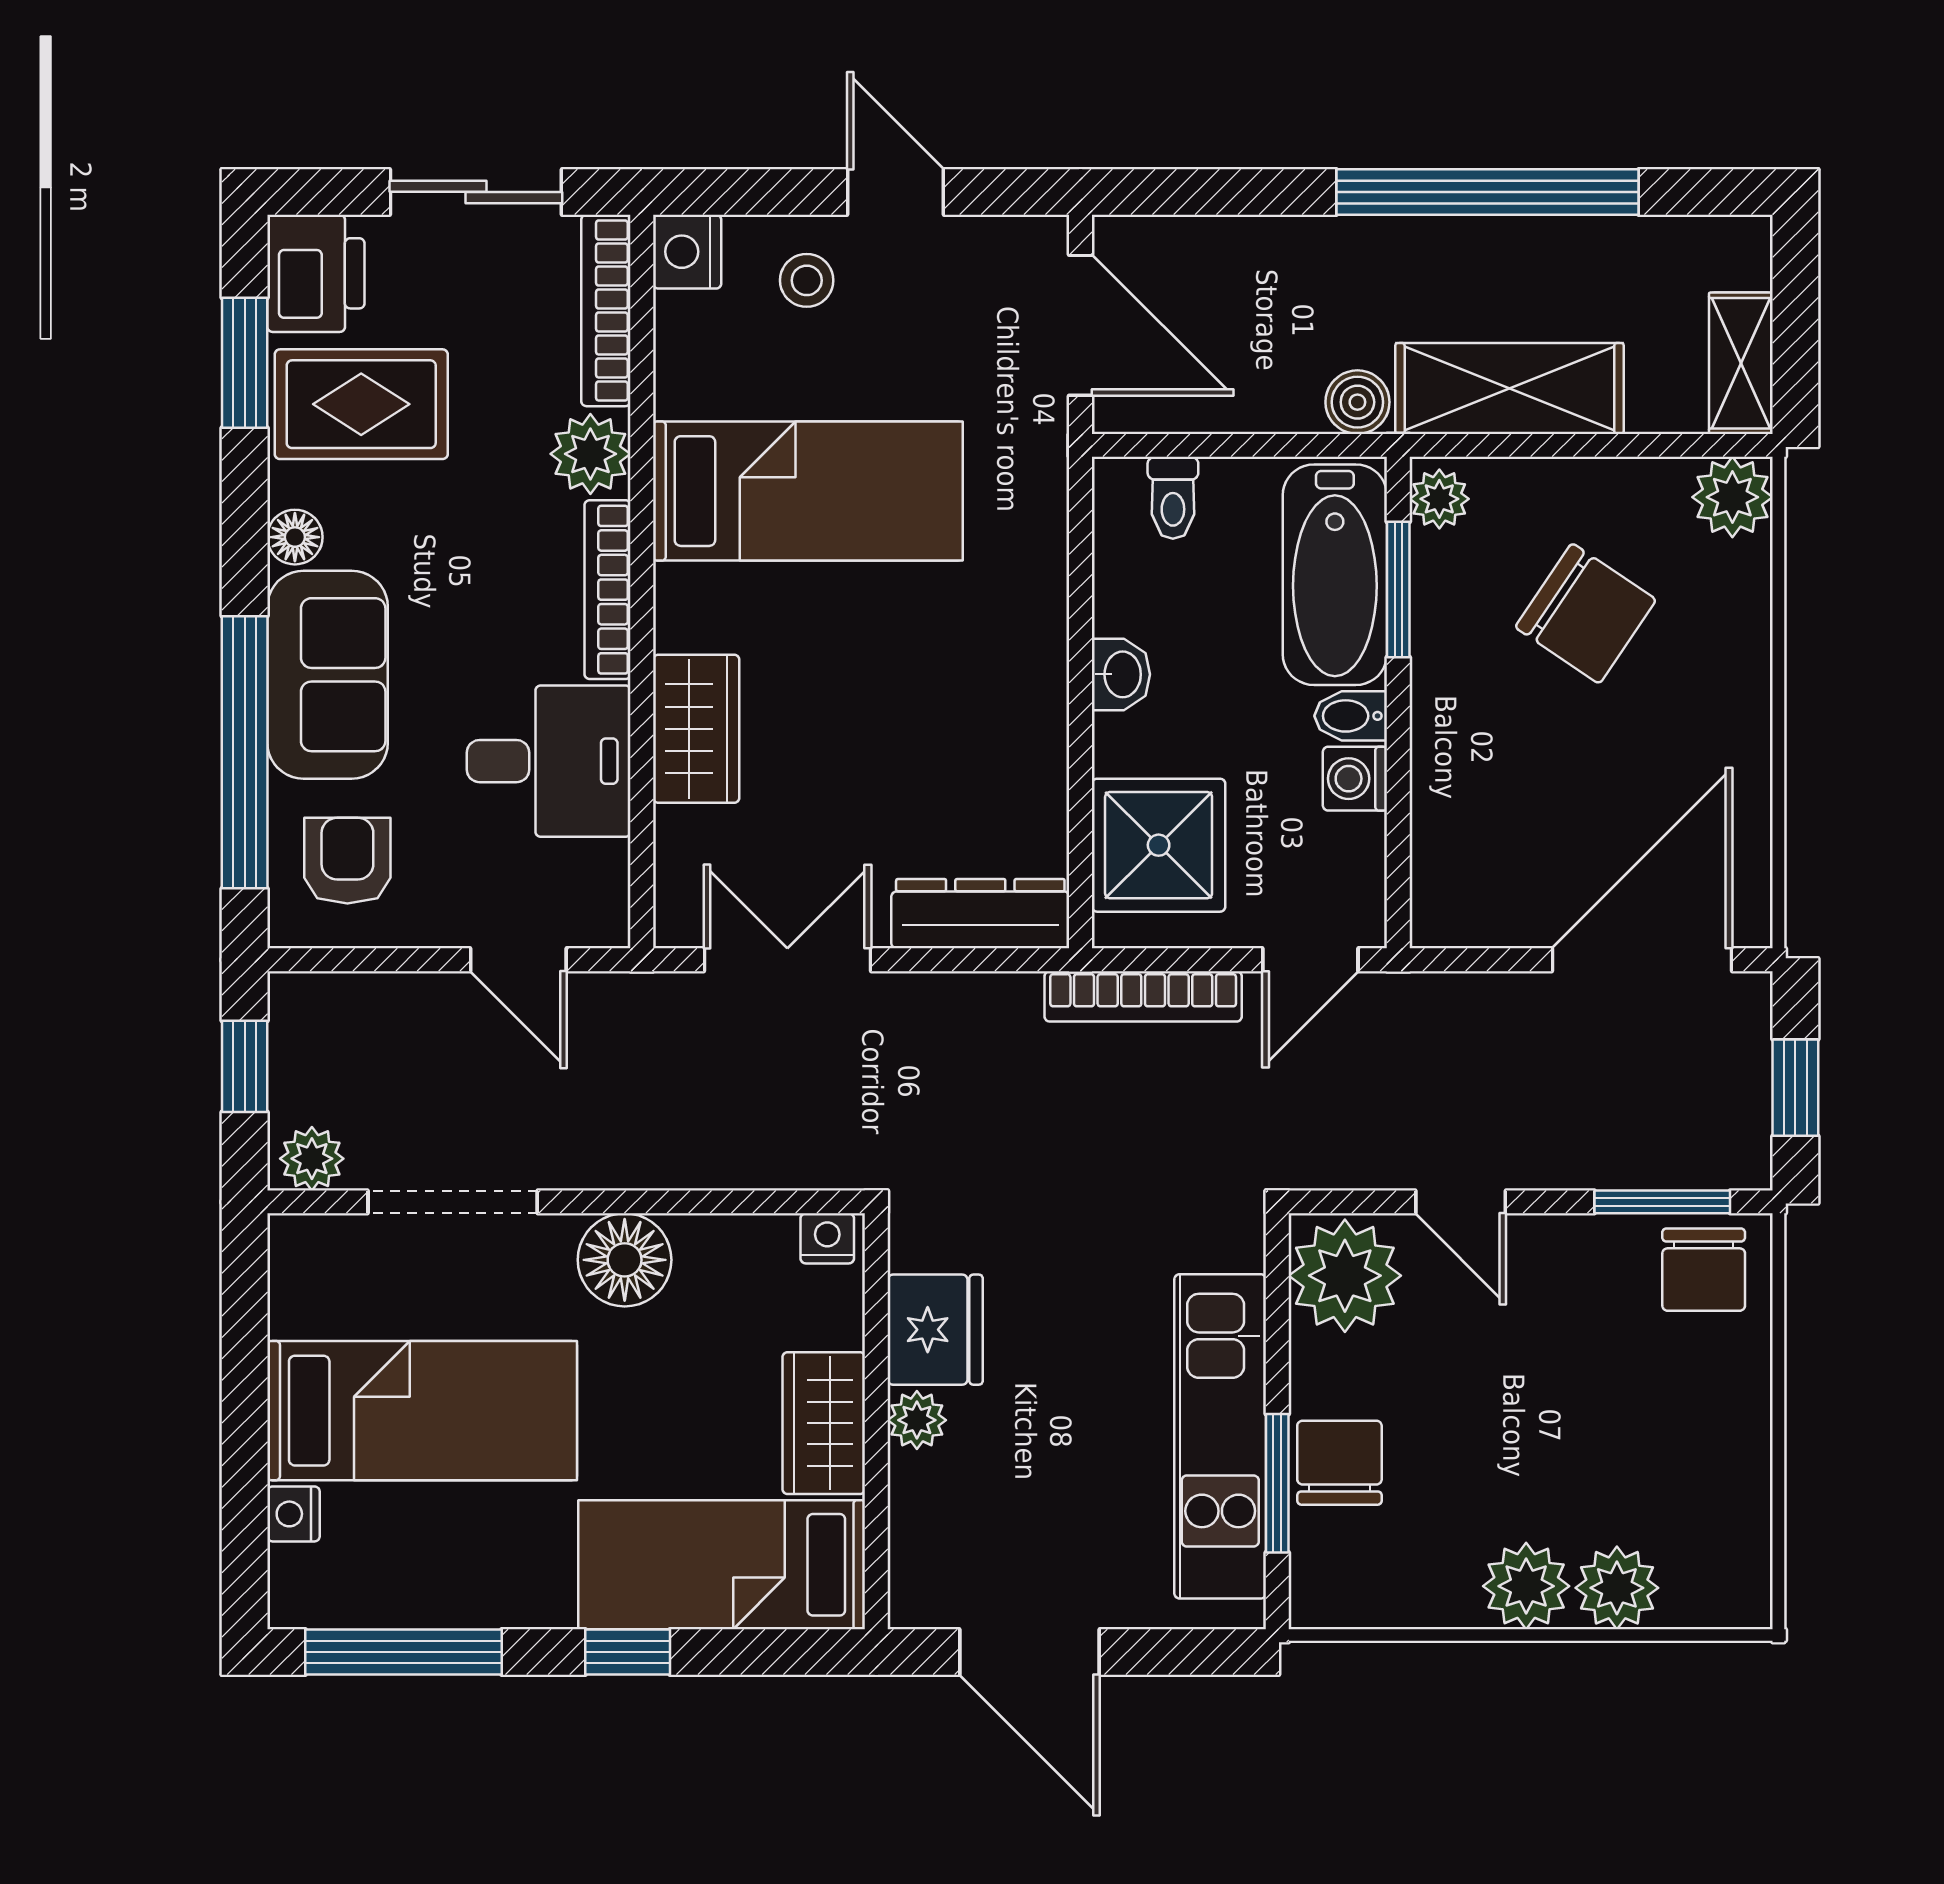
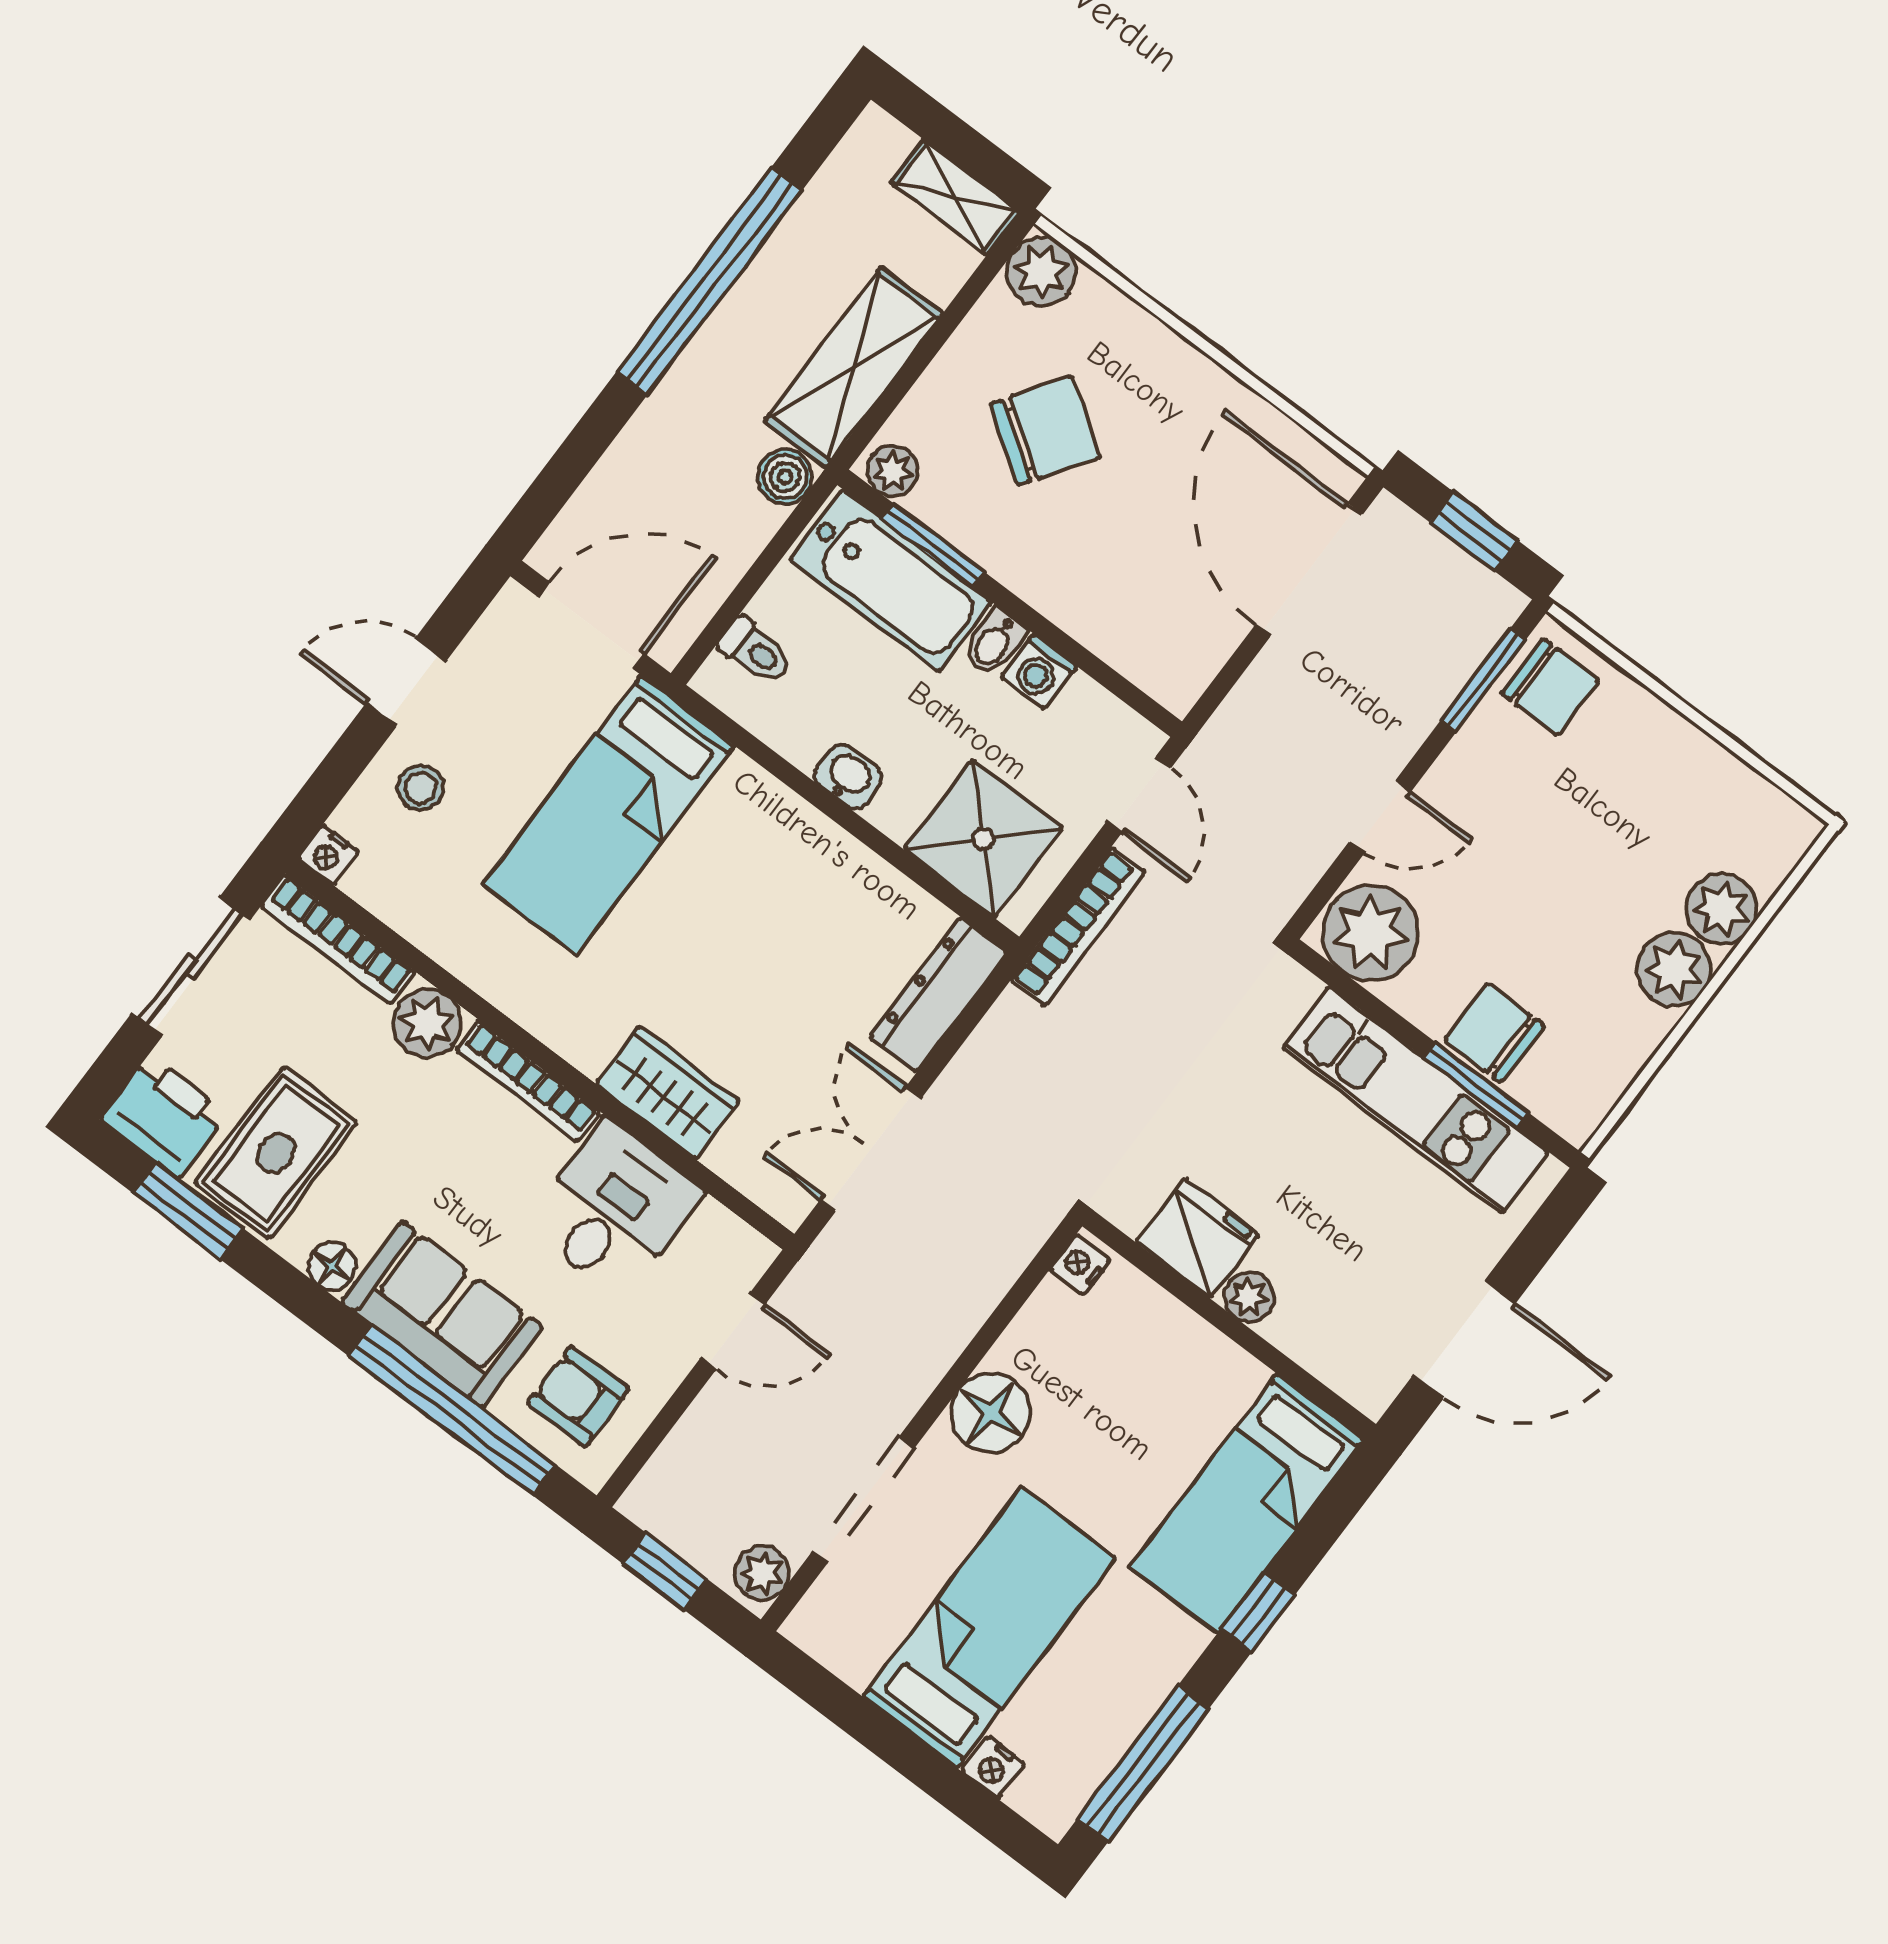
nightstand: (687, 252) -> (328, 855), width x0.72, depth x0.74
bed: (808, 491) -> (608, 815), moved, turned 180
wardrobe: (824, 1423) -> (1203, 1362), removed

